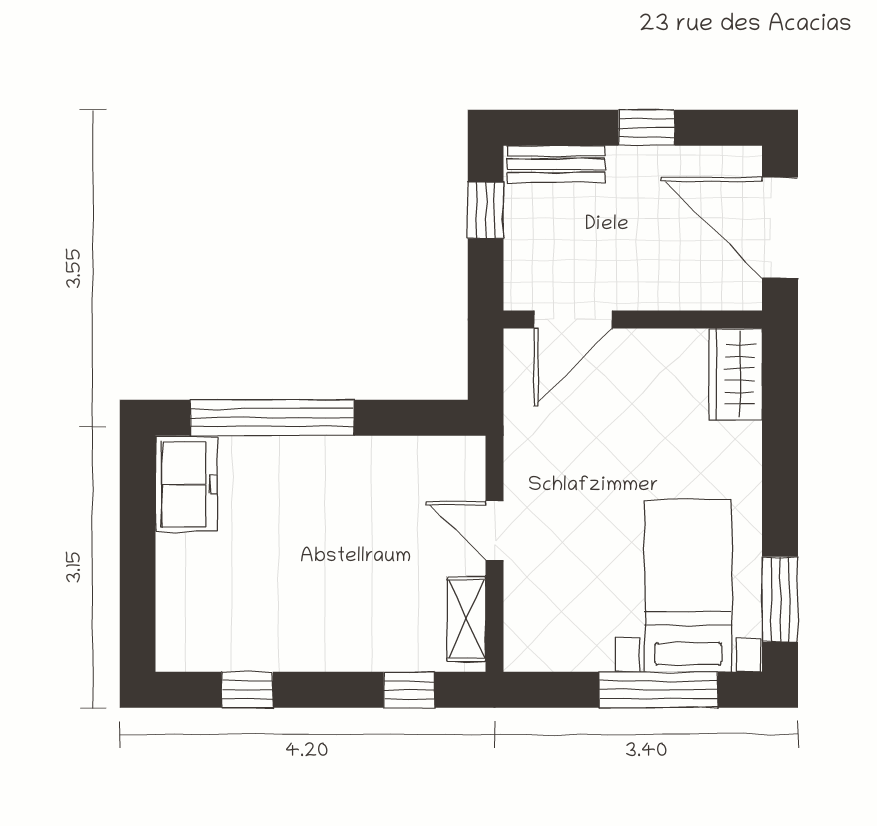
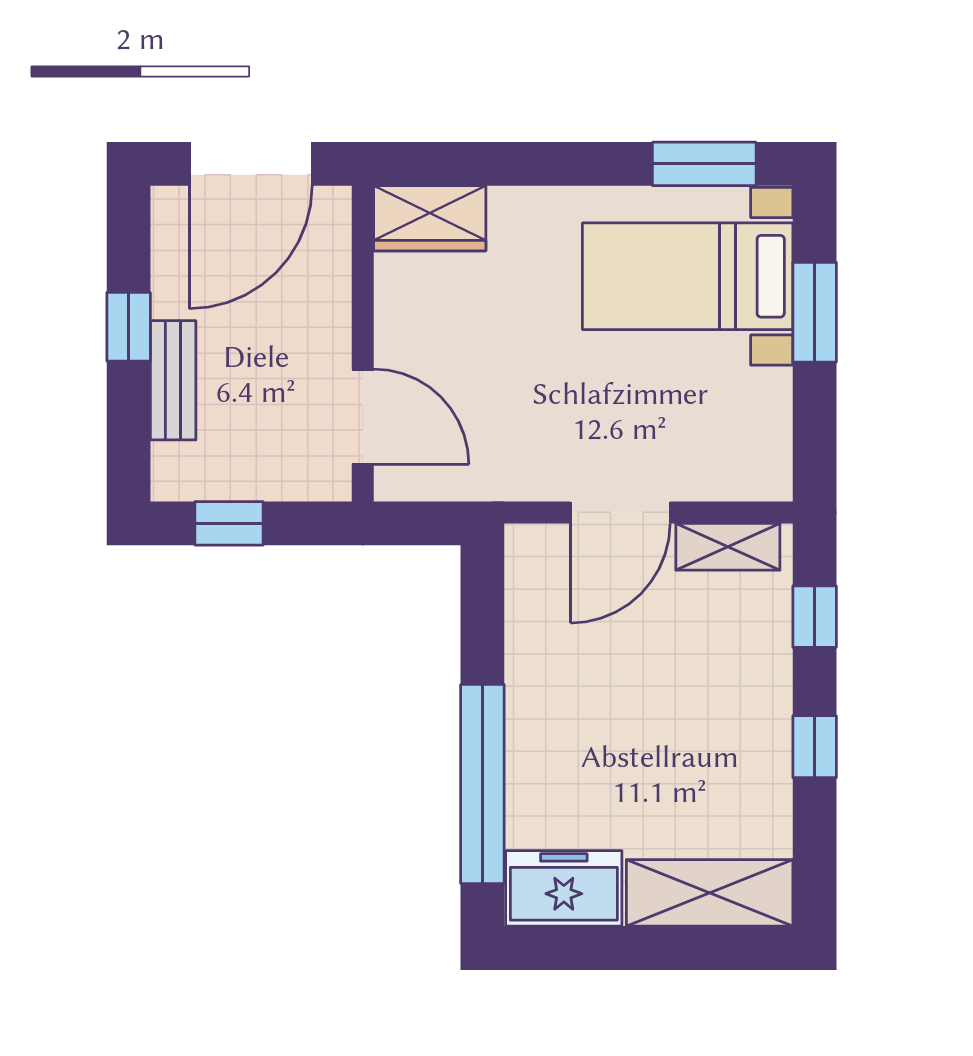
bench: (556, 164) -> (173, 380), moved
door: (495, 530) -> (620, 512), width x1.38
shelving: (183, 604) -> (710, 893), added
window: (247, 690) -> (815, 747), moved
window: (659, 690) -> (815, 312), width x0.69

